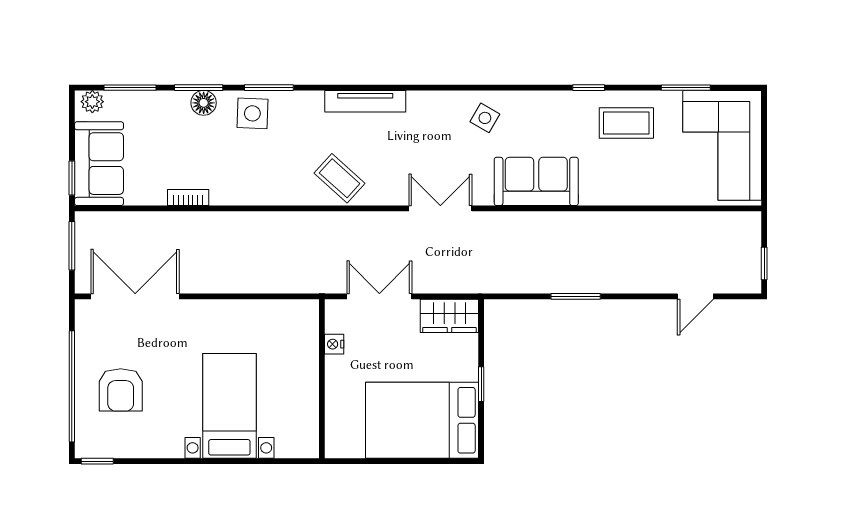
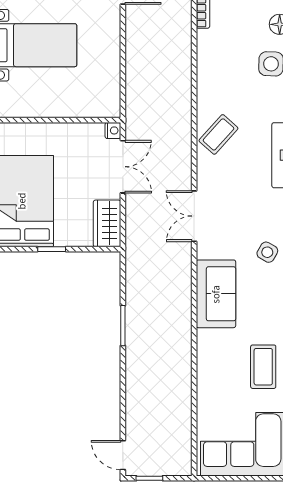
double door: (440, 208) -> (194, 216), swing flipped
door: (695, 296) -> (123, 455), moved
nightstand: (334, 344) -> (113, 130), moved, turned 90

